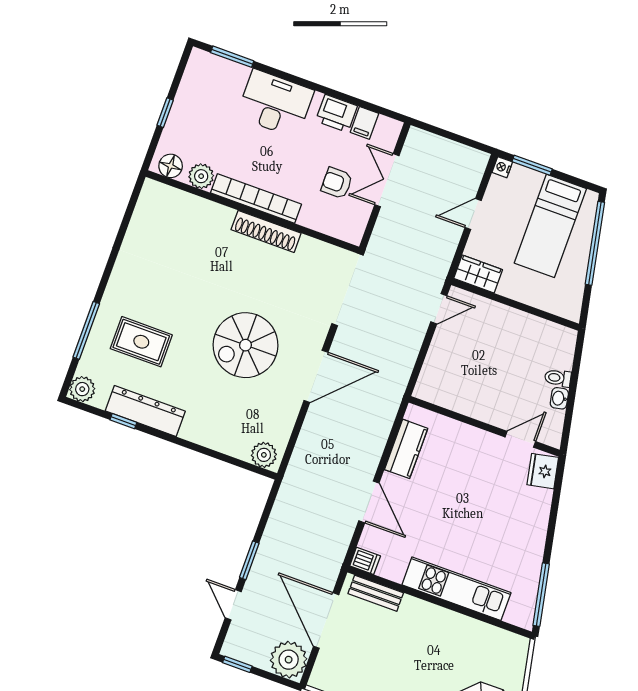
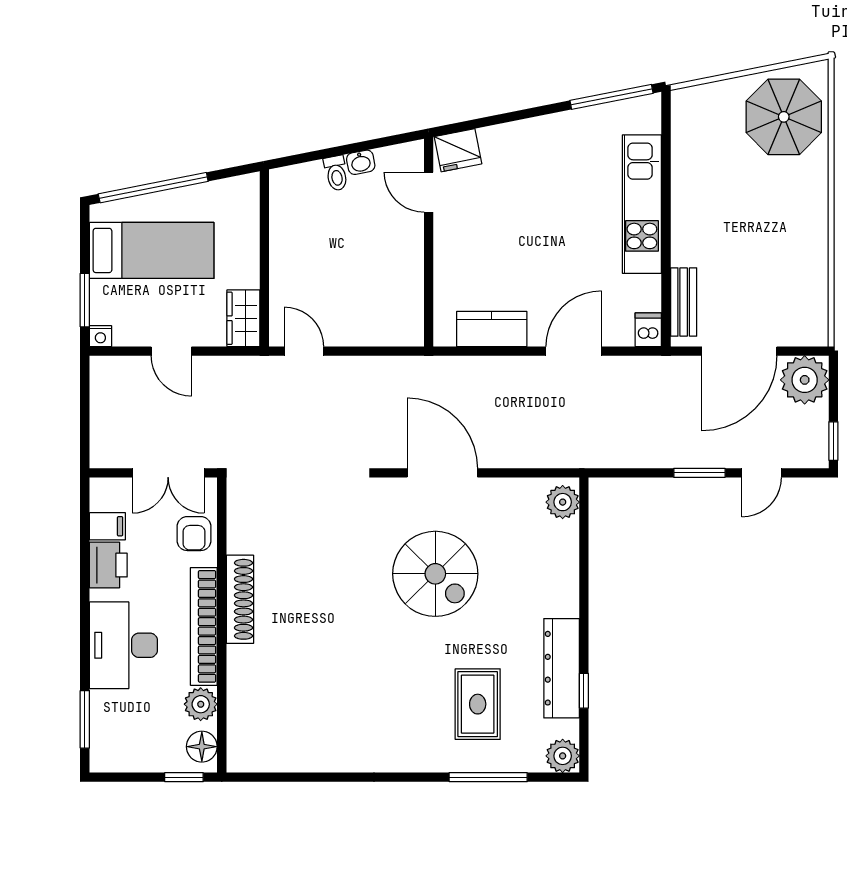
floor lamp: (171, 166) -> (202, 747), moved
plant: (201, 176) -> (201, 704), moved
bookcase: (256, 199) -> (204, 626), moved
wall: (252, 212) -> (222, 625), moved
shoe rack: (266, 231) -> (240, 599), moved

